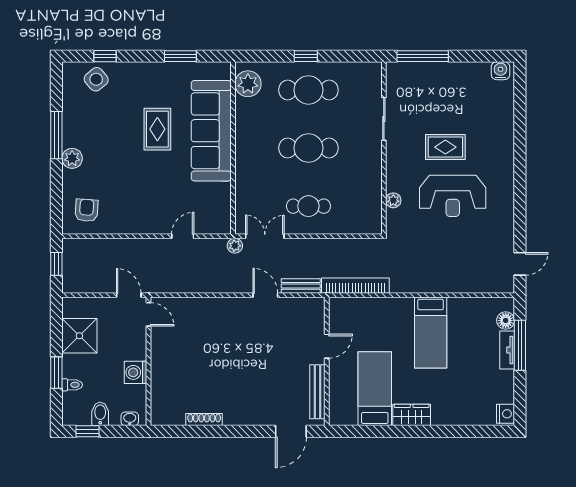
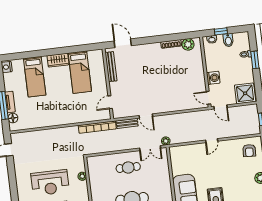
reception desk: (453, 196) -> (50, 183), turned 180
door: (183, 236) -> (212, 141), moved
bed: (431, 333) -> (35, 77), moved, turned 180
shower: (79, 336) -> (245, 93), moved
door: (327, 346) -> (110, 102), moved
washing machine: (135, 372) -> (213, 78), moved
plant: (174, 415) -> (188, 44), added
window: (87, 431) -> (221, 31), moved
door: (291, 431) -> (123, 43), hinge flipped

